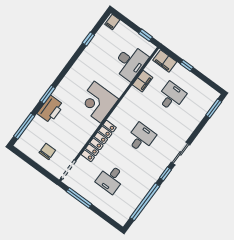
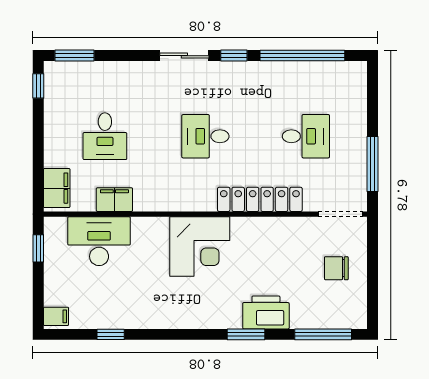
window: (187, 66) -> (38, 86), moved
desk: (171, 96) -> (105, 136), turned -90

